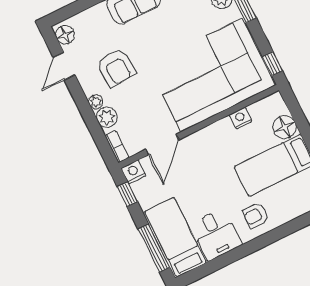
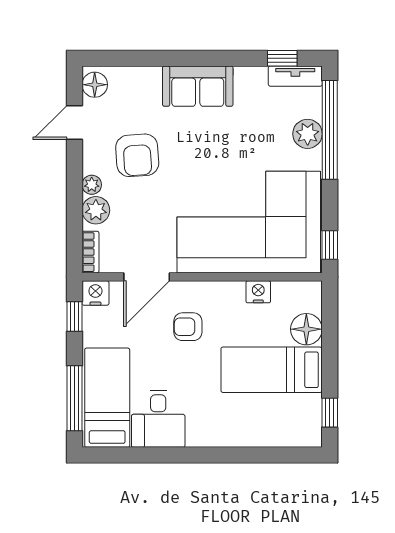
armchair: (256, 215) -> (188, 327), moved

